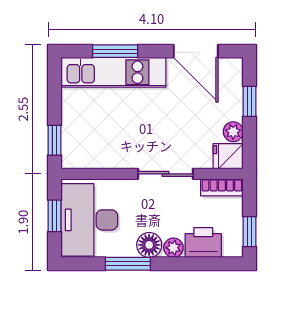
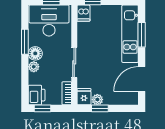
window: (249, 101) -> (100, 108), moved
dishwasher: (76, 157) -> (83, 13), added
printer: (203, 243) -> (37, 95), moved

